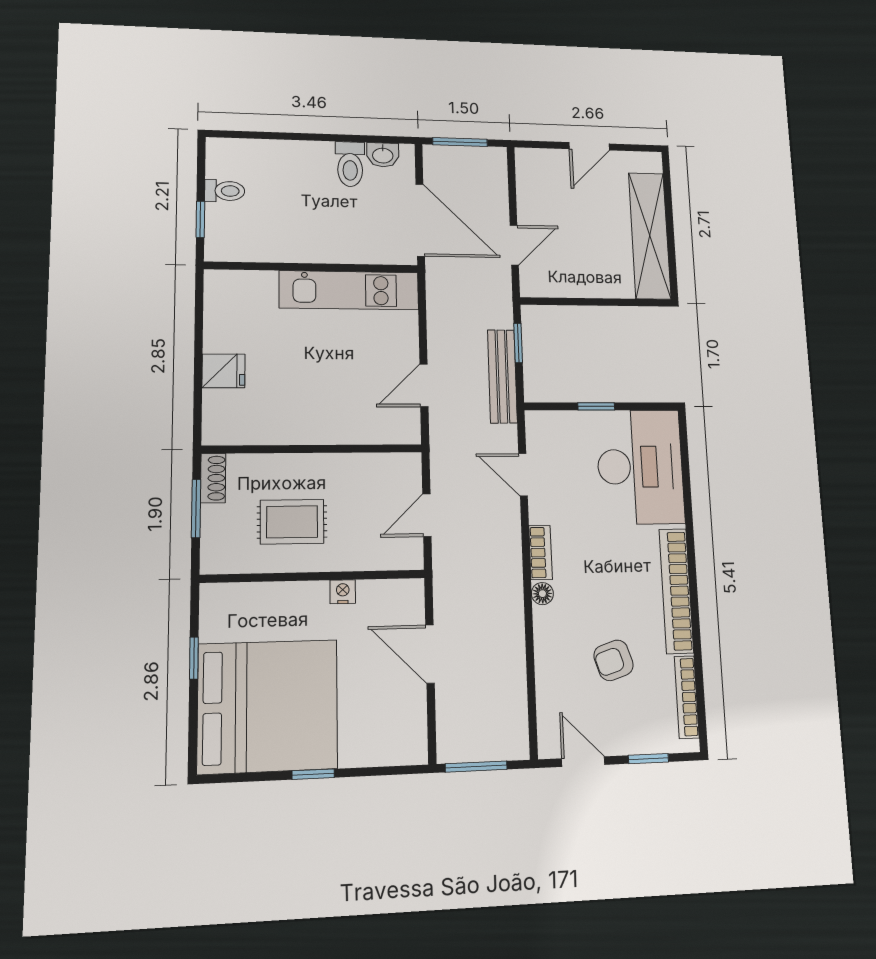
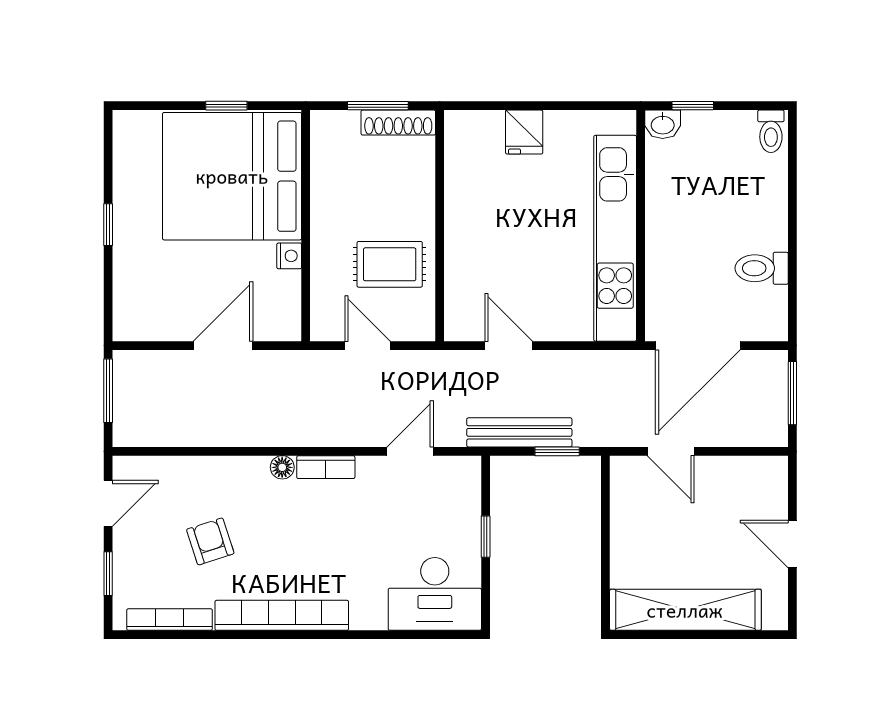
washbasin: (383, 155) -> (663, 124), moved, turned -90
toilet: (225, 191) -> (771, 131), moved
kitchen unit: (349, 290) -> (615, 238), width x1.36
desk: (640, 467) -> (435, 594), width x0.73, depth x0.77
shoe rack: (213, 478) -> (398, 123), width x1.43
rug: (292, 522) -> (390, 264), moved, turned 90
bed: (268, 706) -> (232, 176), moved, turned 90

